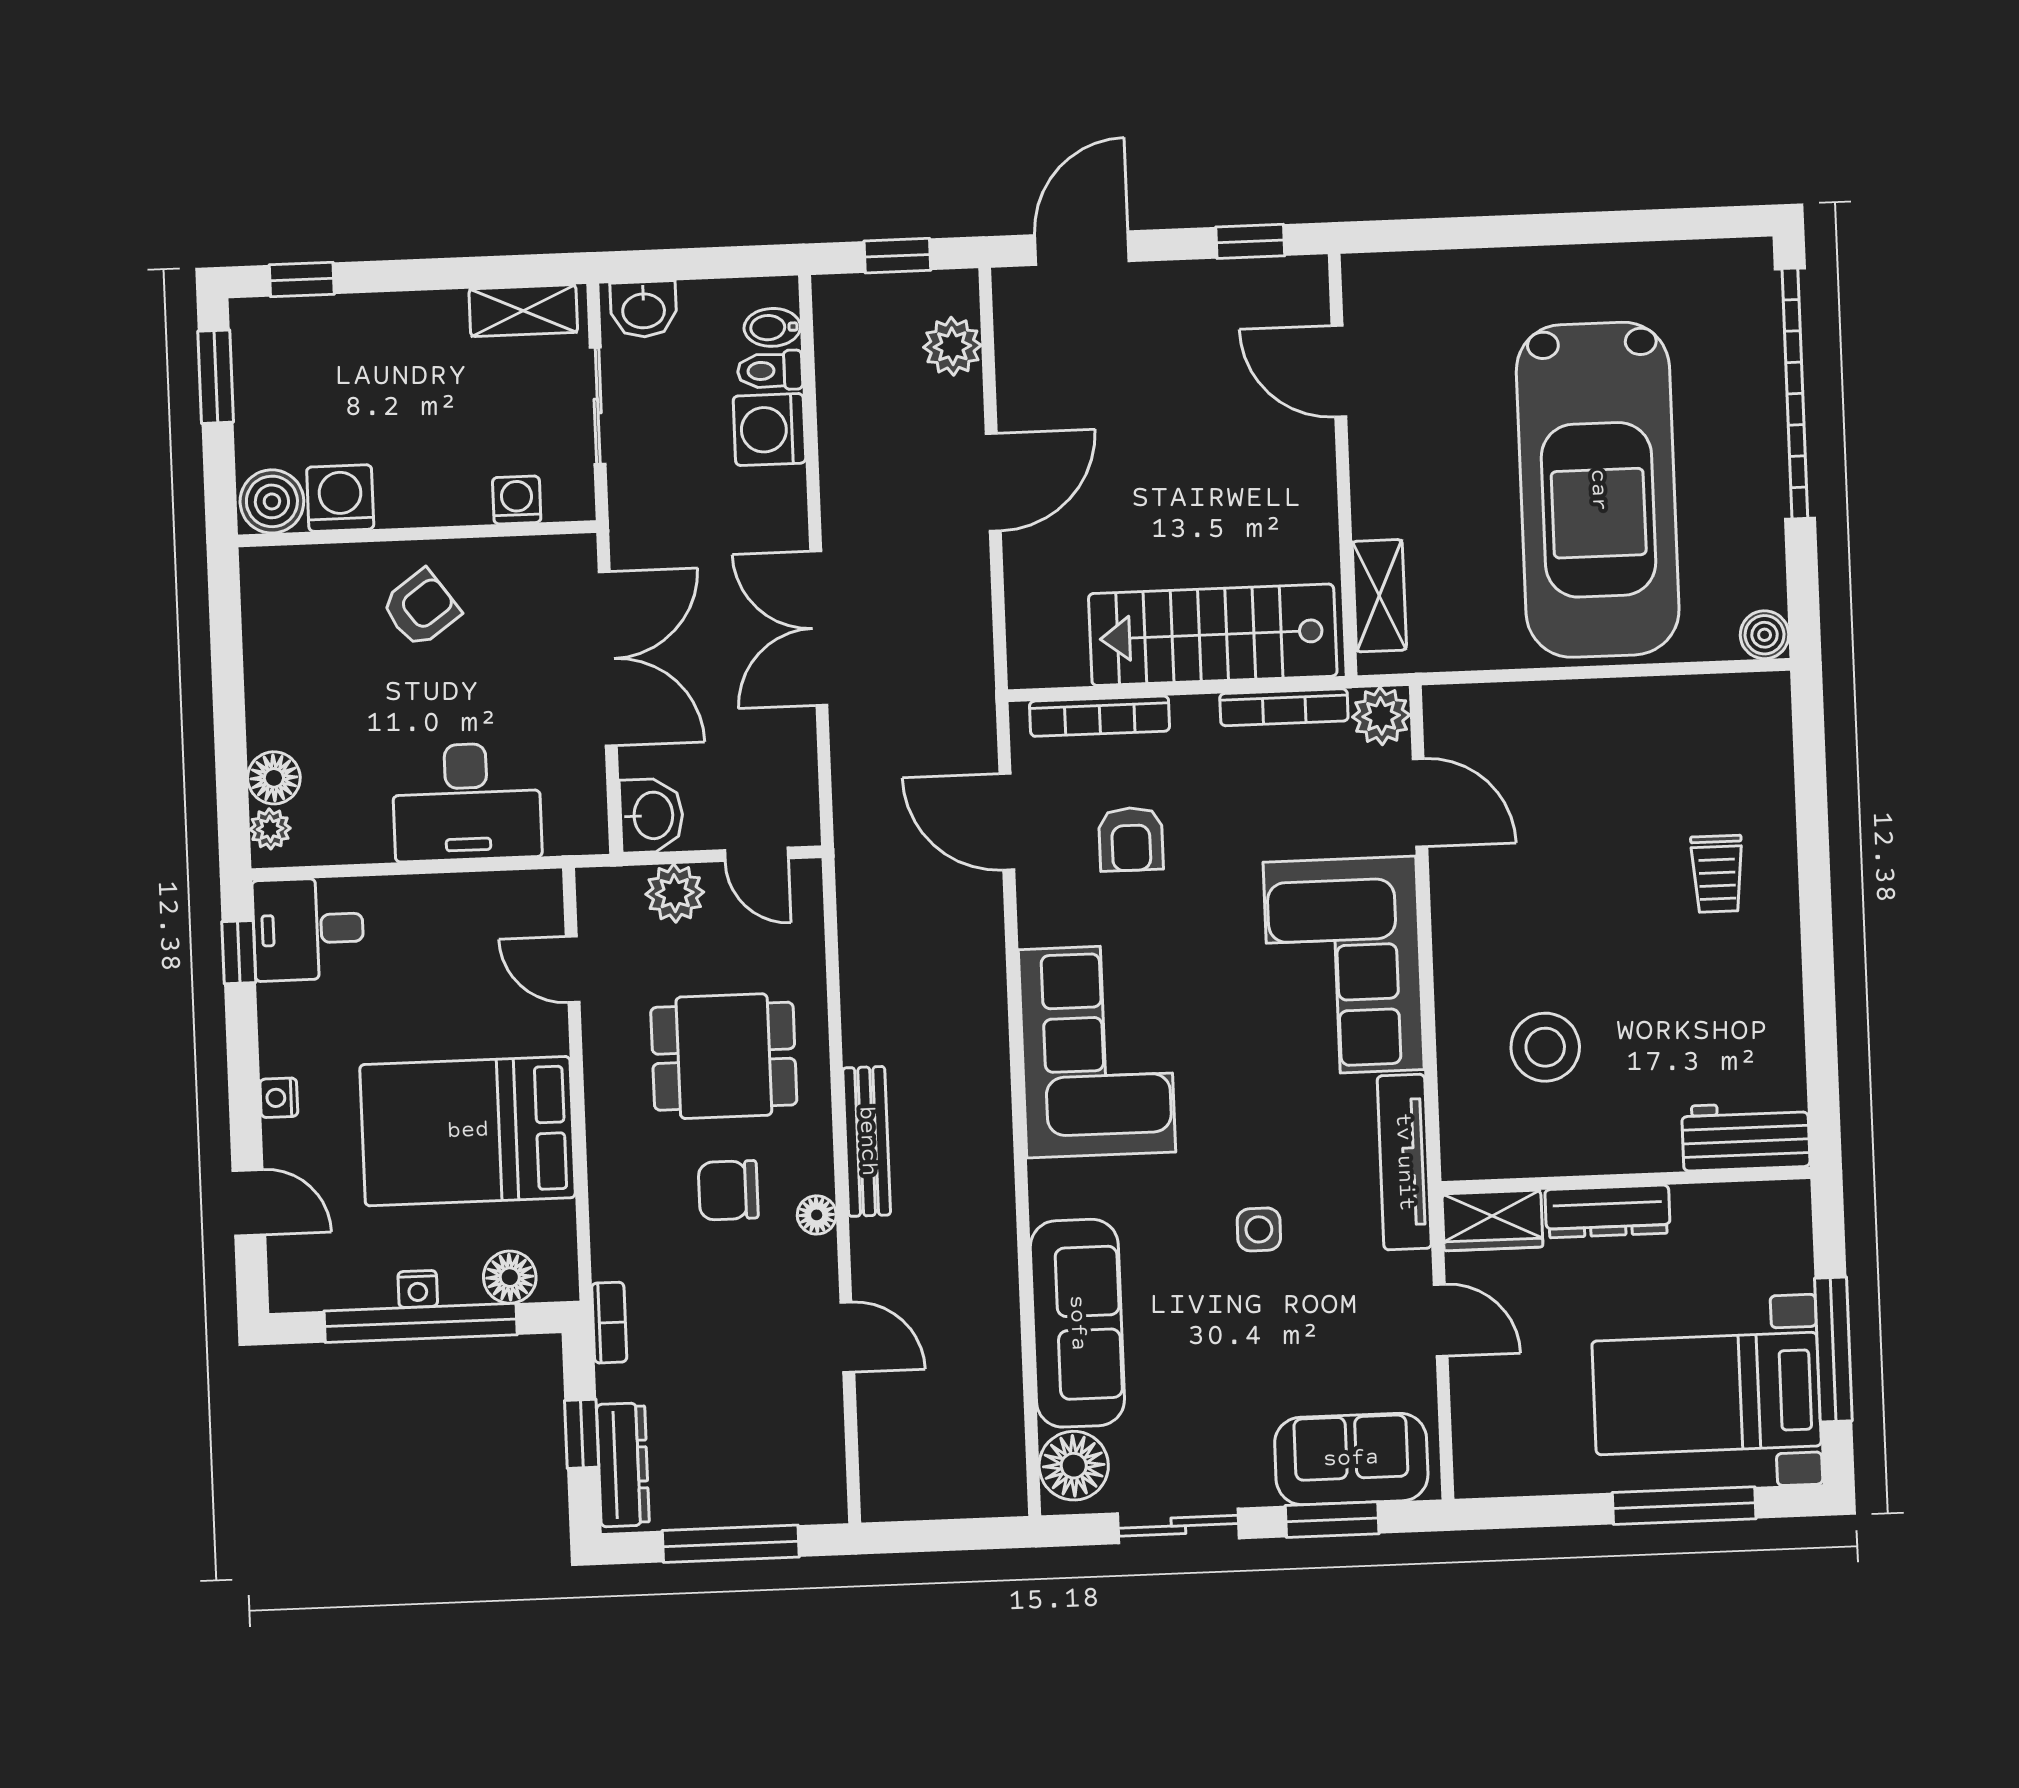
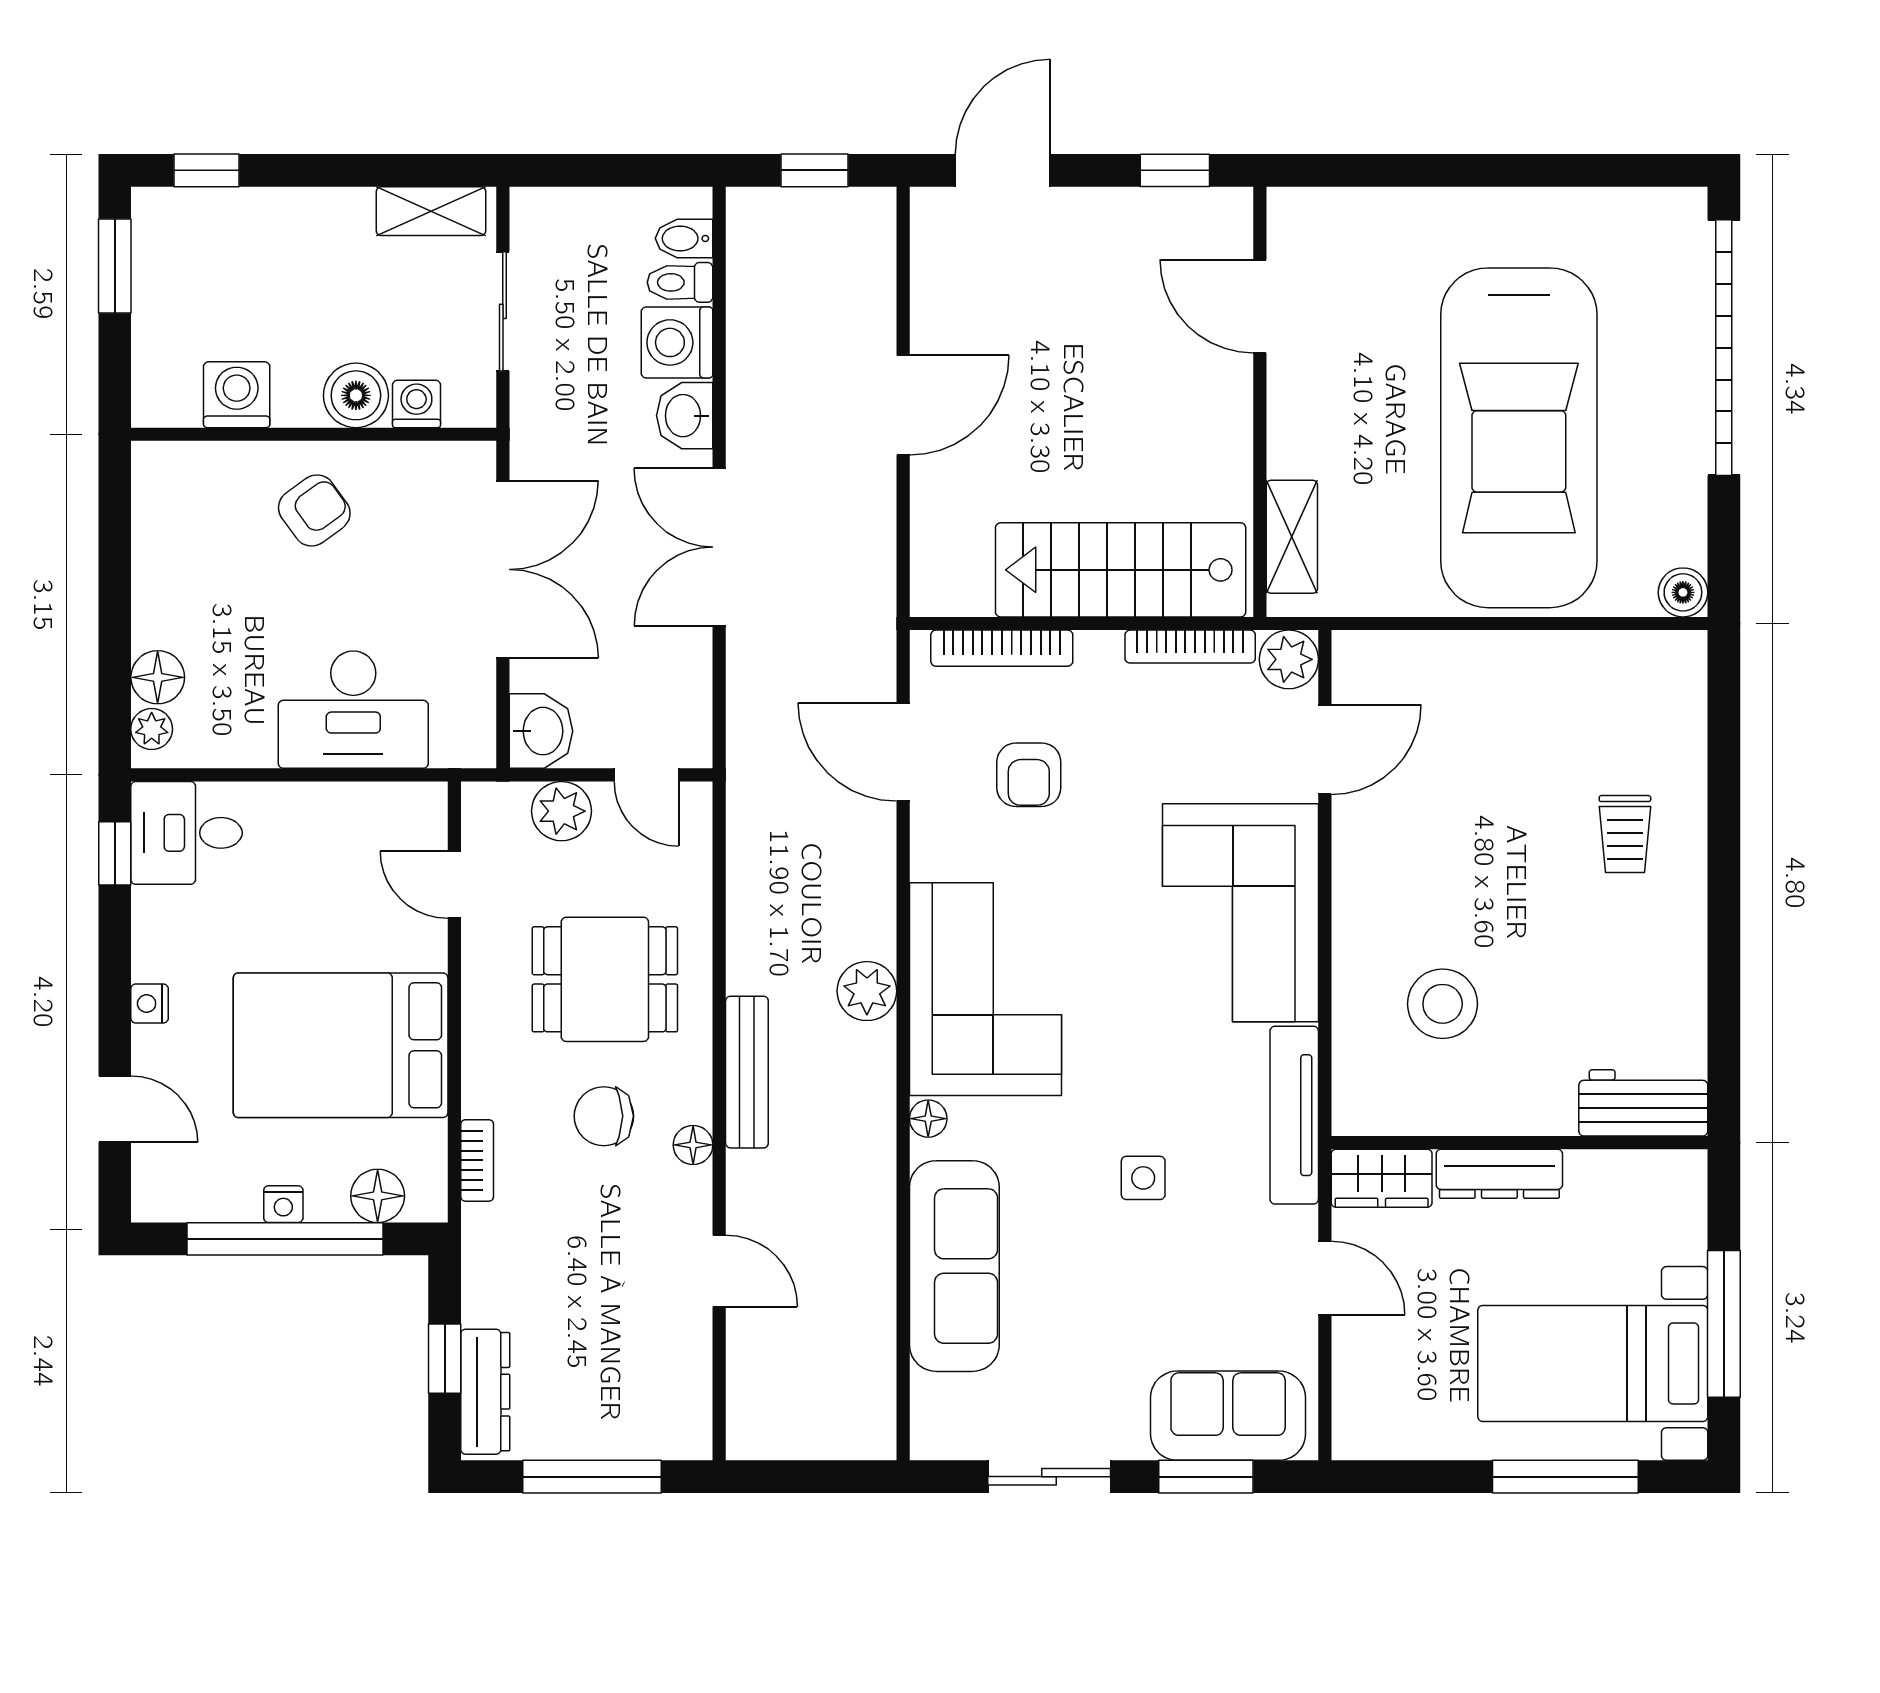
washbasin: (643, 309) -> (685, 416), moved, turned 90
plant: (952, 346) -> (867, 991), moved
boiler: (272, 501) -> (356, 395), moved
door: (1420, 803) -> (1325, 749), hinge flipped
bookcase: (609, 1323) -> (477, 1160), moved
floor lamp: (1074, 1466) -> (928, 1119), moved, width x0.53, depth x0.53

